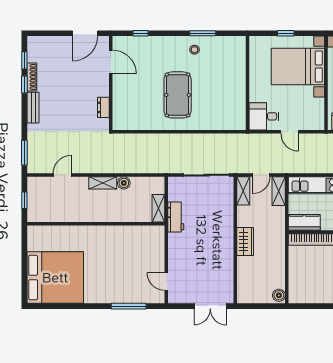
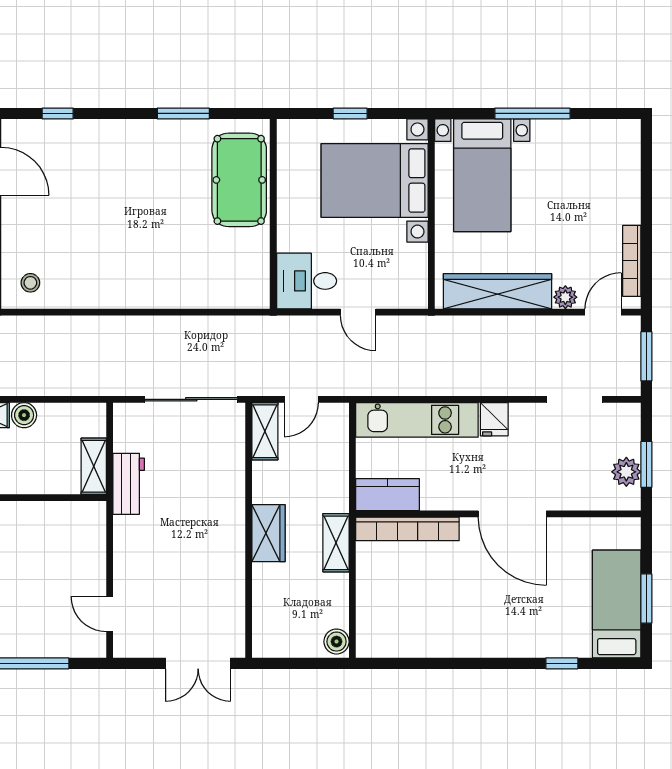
stool: (194, 50) -> (30, 283), moved
pool table: (178, 95) -> (239, 180), moved
shelving: (279, 191) -> (336, 543), moved

